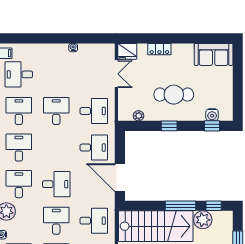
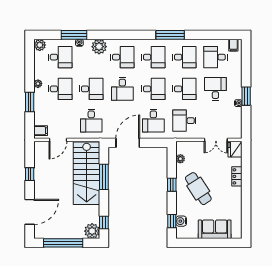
window: (65, 38) -> (246, 96), added
sofa: (214, 54) -> (215, 229), moved, turned 90
desk: (19, 74) -> (215, 57), turned -90
desk: (56, 74) -> (215, 89), added
cafe table: (174, 95) -> (198, 189), turned -33
desk: (94, 111) -> (184, 121), turned 90
desk: (56, 148) -> (153, 89), added
window: (181, 206) -> (104, 177), moved
plant: (203, 220) -> (92, 231), moved

